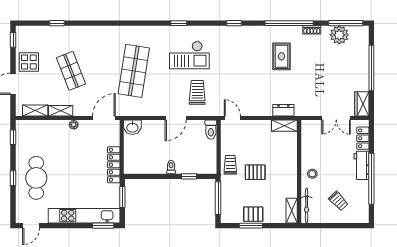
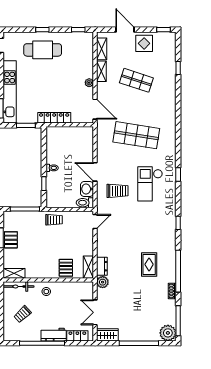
plant: (339, 35) -> (168, 333), moved
rug: (281, 56) -> (149, 264), turned 90
shop shelf: (71, 71) -> (136, 80), turned 39
plant: (302, 109) -> (103, 282), added
washbasin: (132, 127) -> (87, 189), moved
pallet: (255, 172) -> (66, 268), moved

